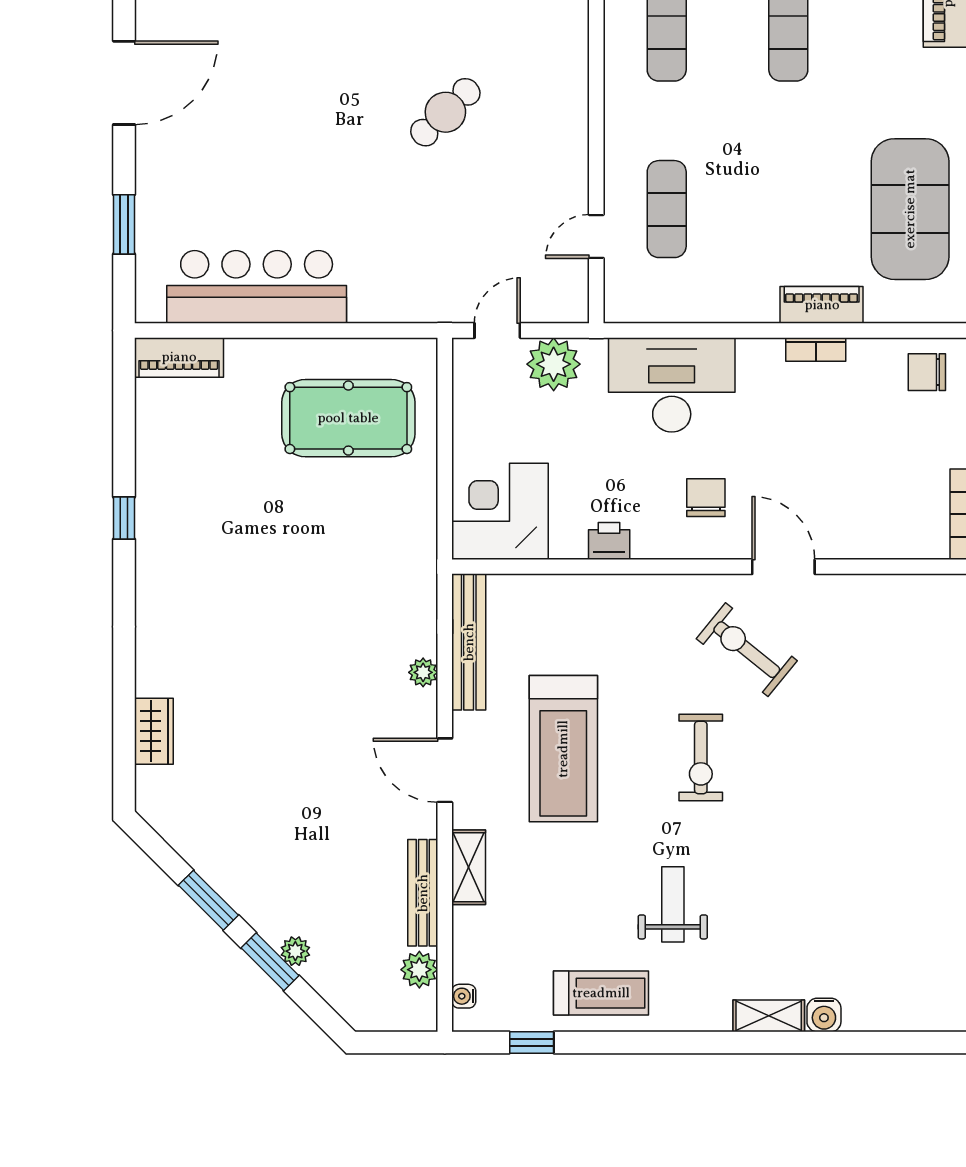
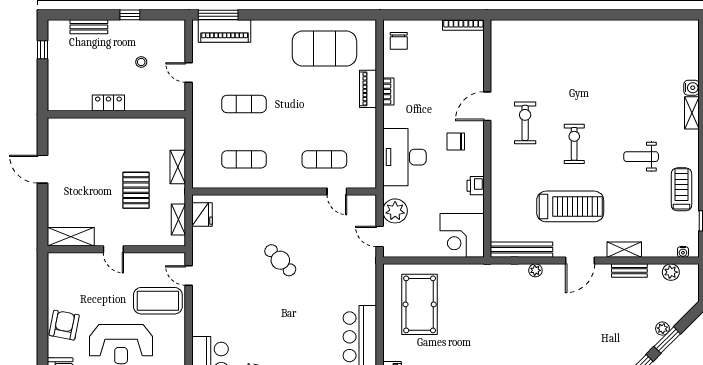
exercise bike: (747, 650) -> (525, 123), turned 141
exercise bike: (701, 757) -> (574, 144), turned -90
bench: (423, 893) -> (629, 271), width x0.73

